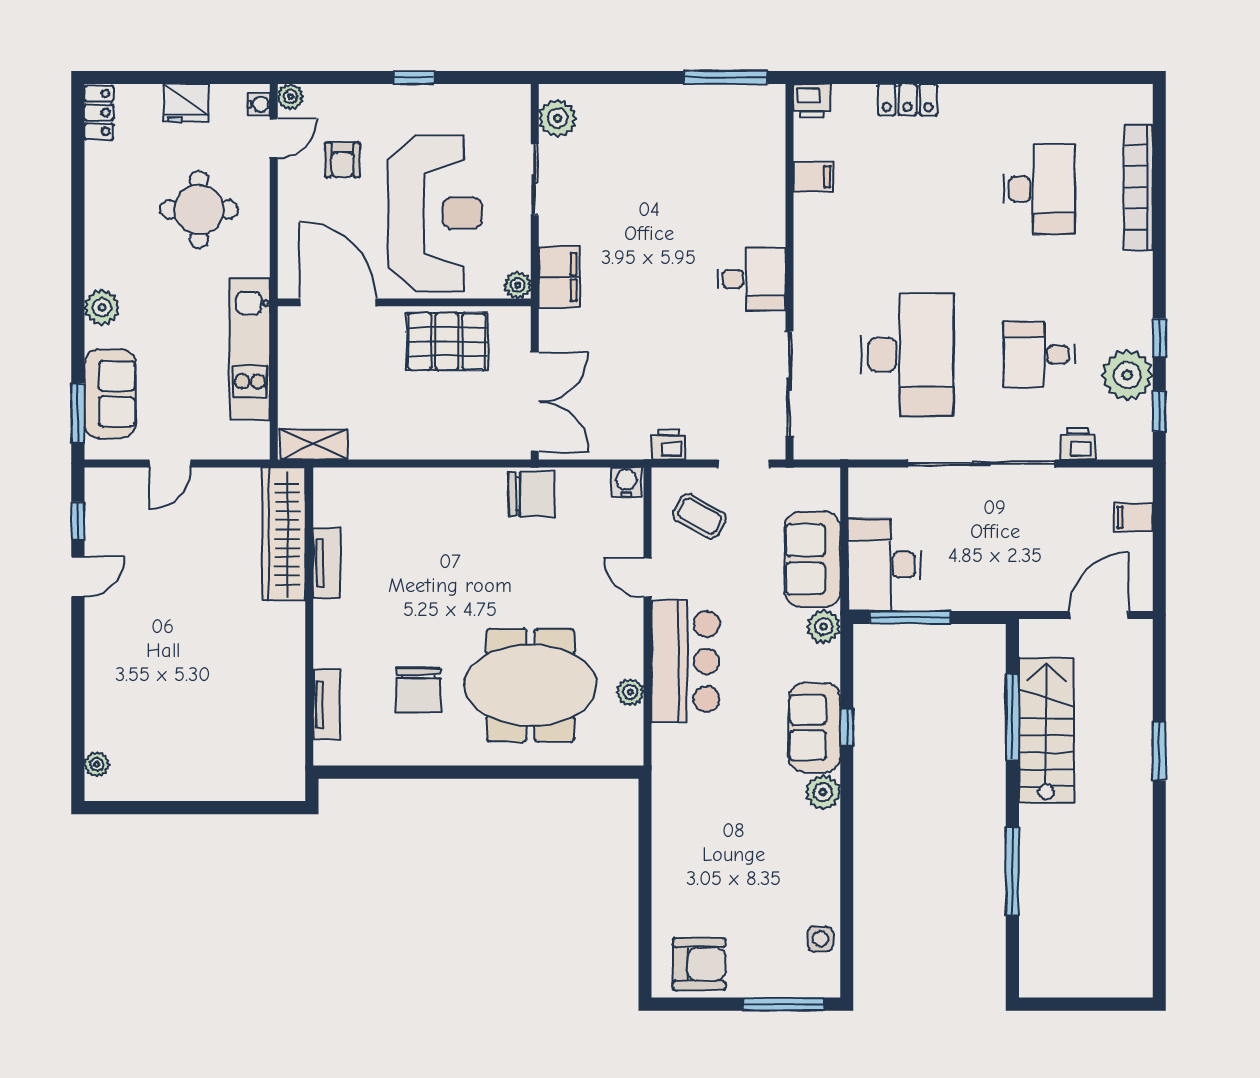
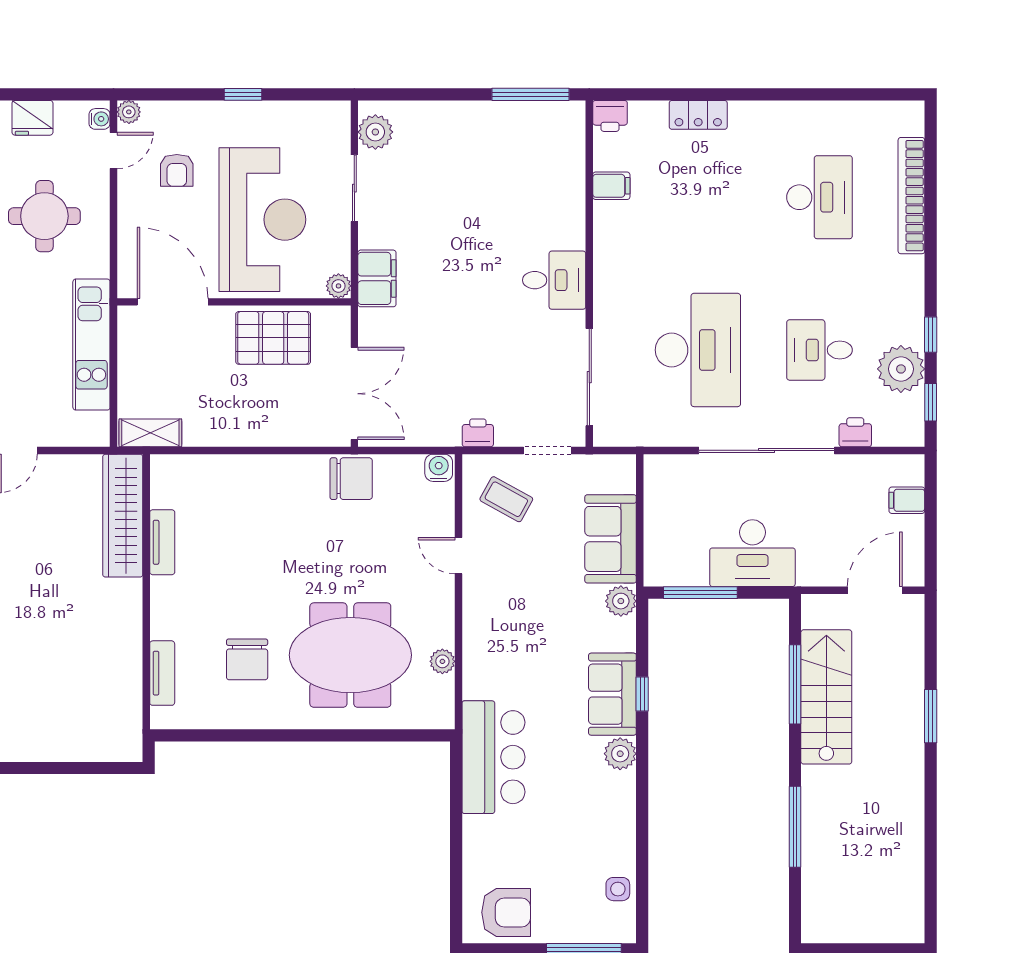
desk: (884, 565) -> (752, 553), moved, turned -90
bar counter: (686, 661) -> (493, 757), moved

